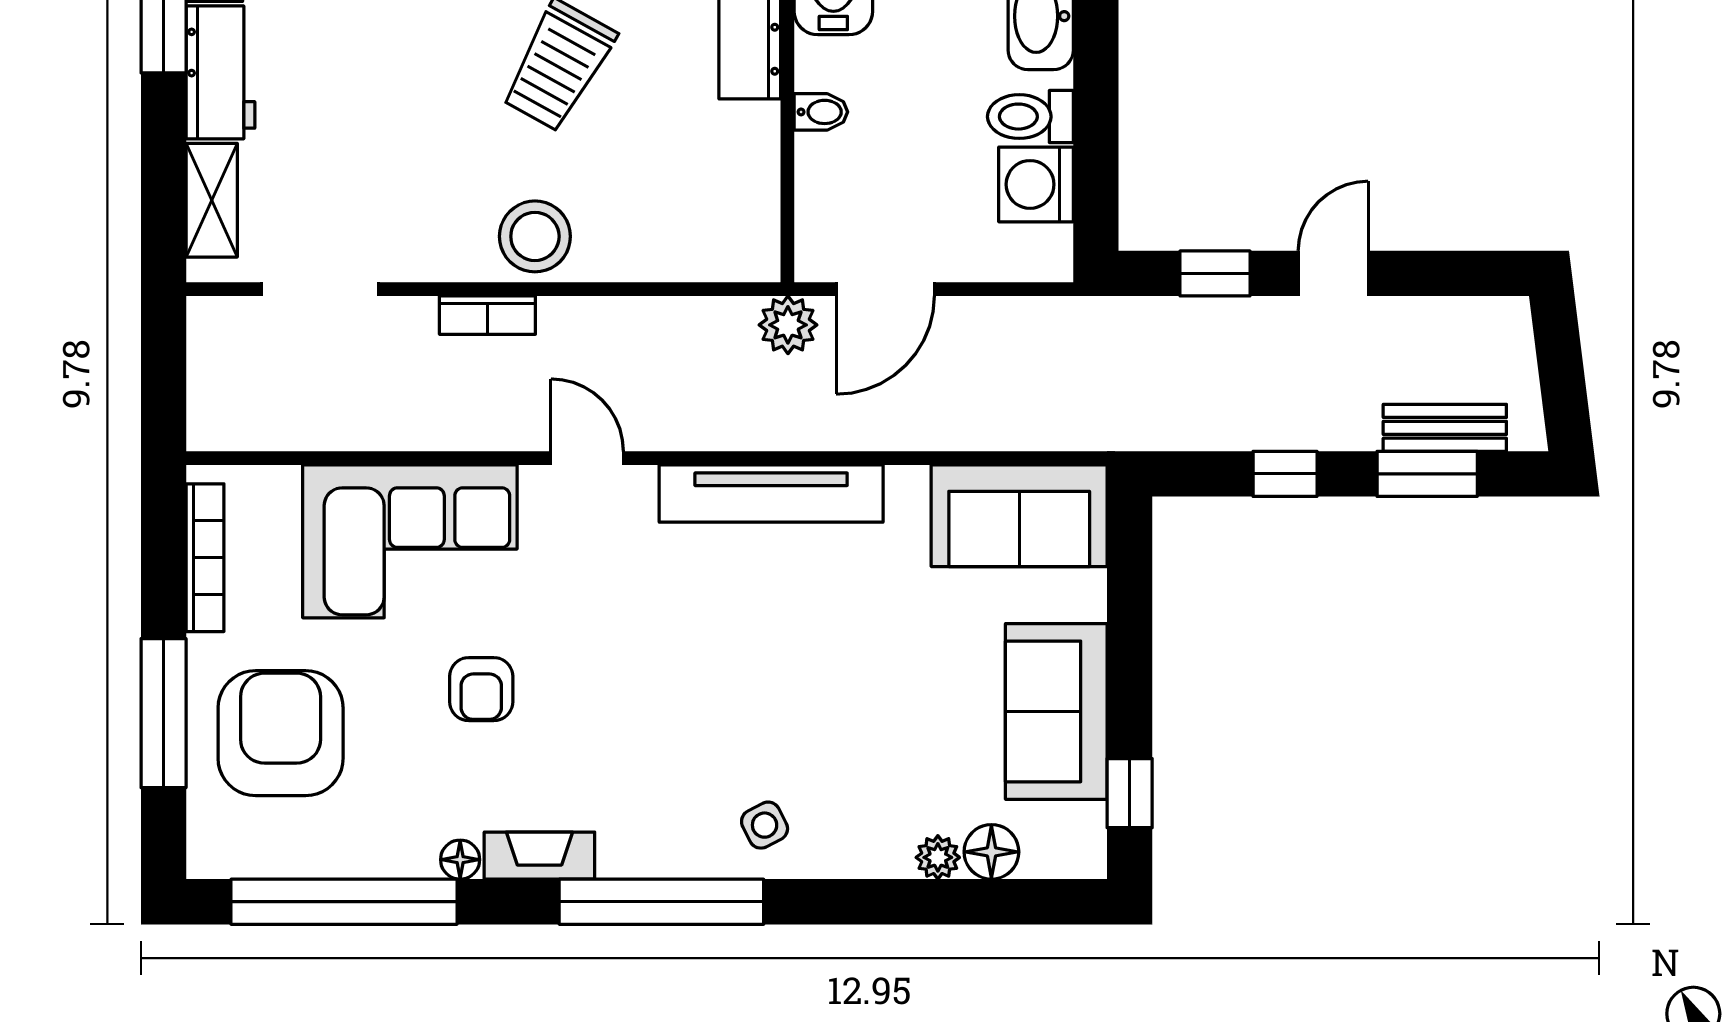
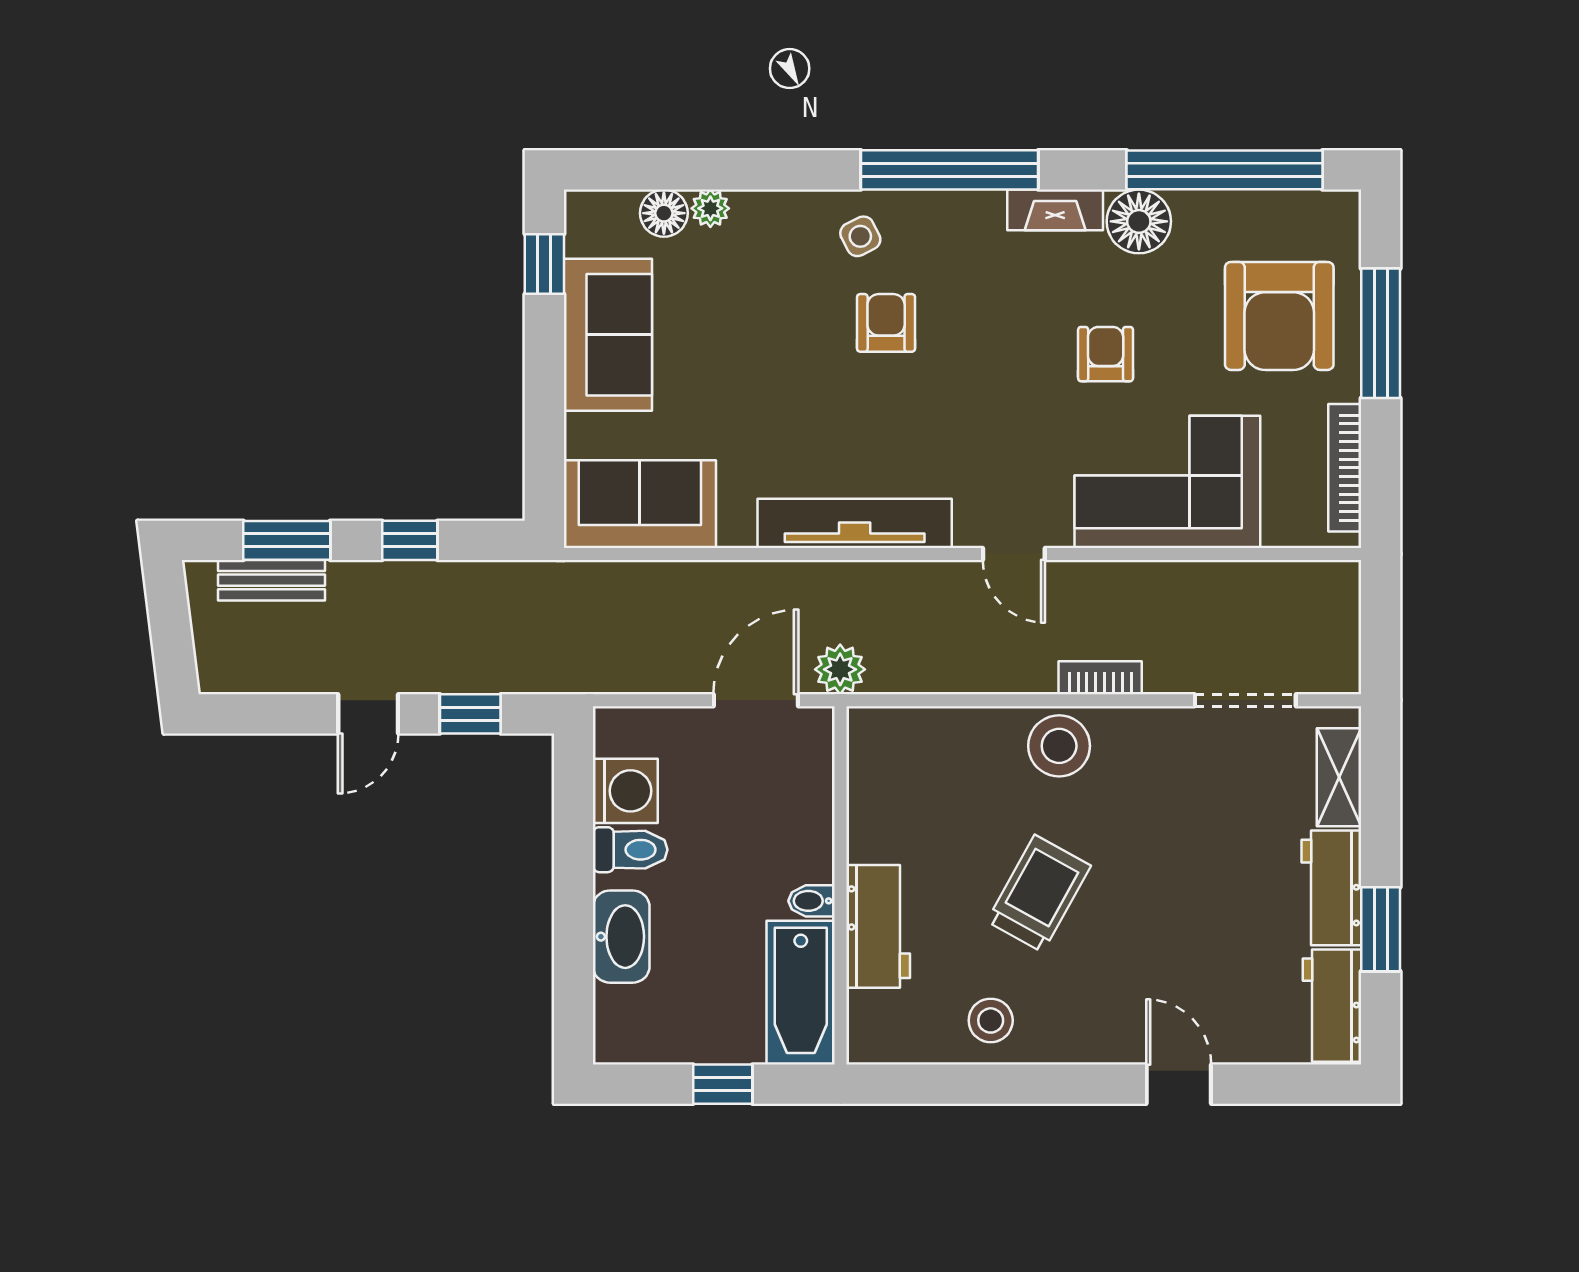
bidet: (821, 112) -> (812, 901), moved
armchair: (735, 725) -> (886, 323), added
floor lamp: (460, 860) -> (1139, 221), width x1.89, depth x1.89

